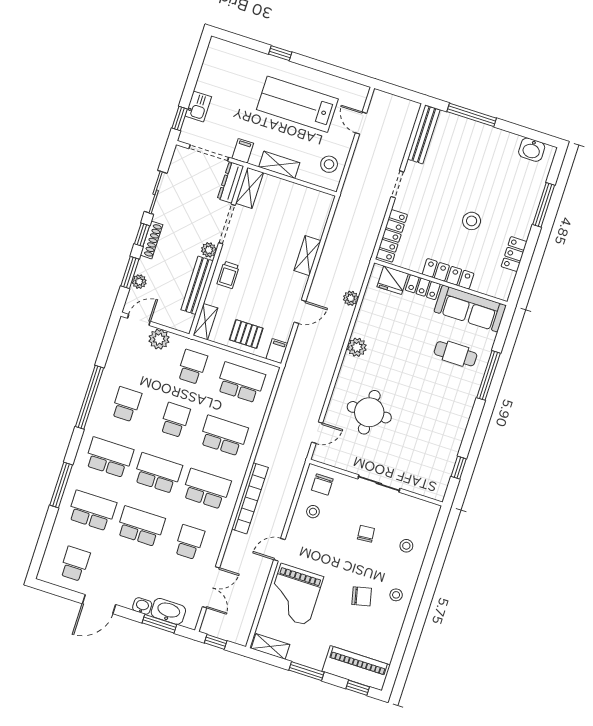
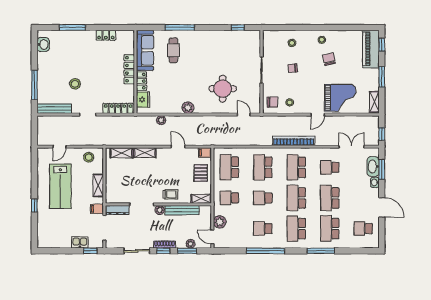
shelving: (250, 188) -> (121, 153), moved
stool: (472, 221) -> (75, 84), moved
door: (279, 550) -> (318, 115), hinge flipped

